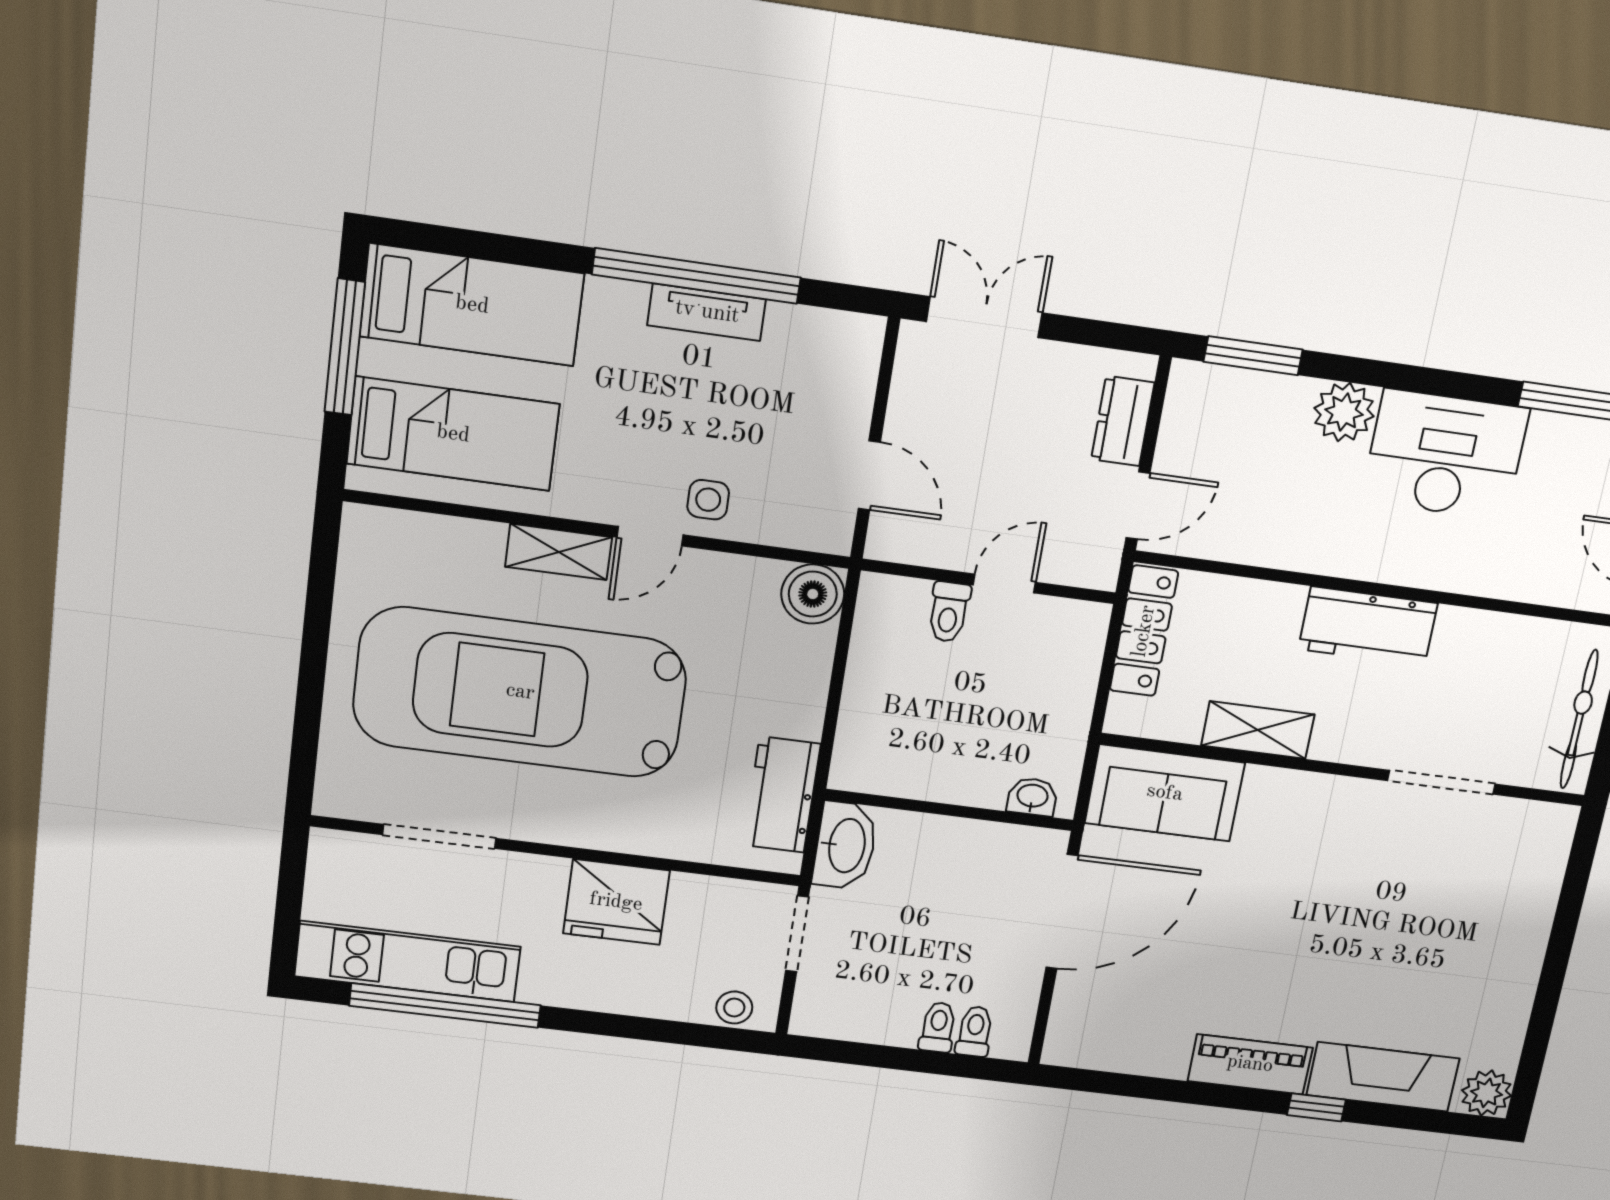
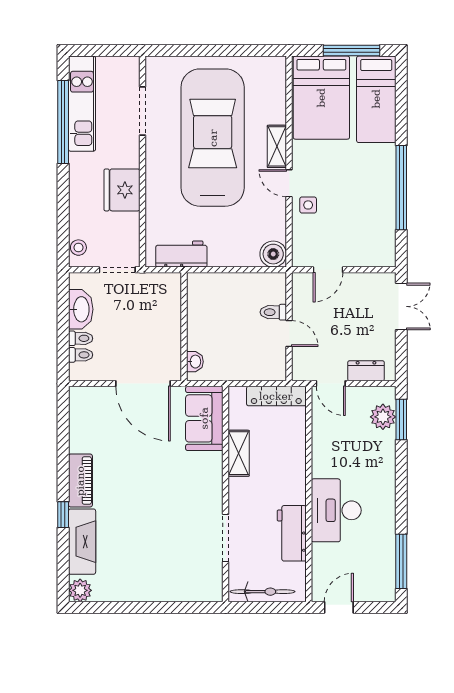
tv unit: (707, 312) -> (387, 194), removed
plant: (1344, 412) -> (383, 417), moved
bed: (453, 434) -> (321, 98), width x1.50
desk: (1445, 455) -> (336, 510), moved, turned 180
workbench: (1368, 626) -> (292, 533), moved
washbasin: (845, 845) -> (81, 309), moved, turned -90

